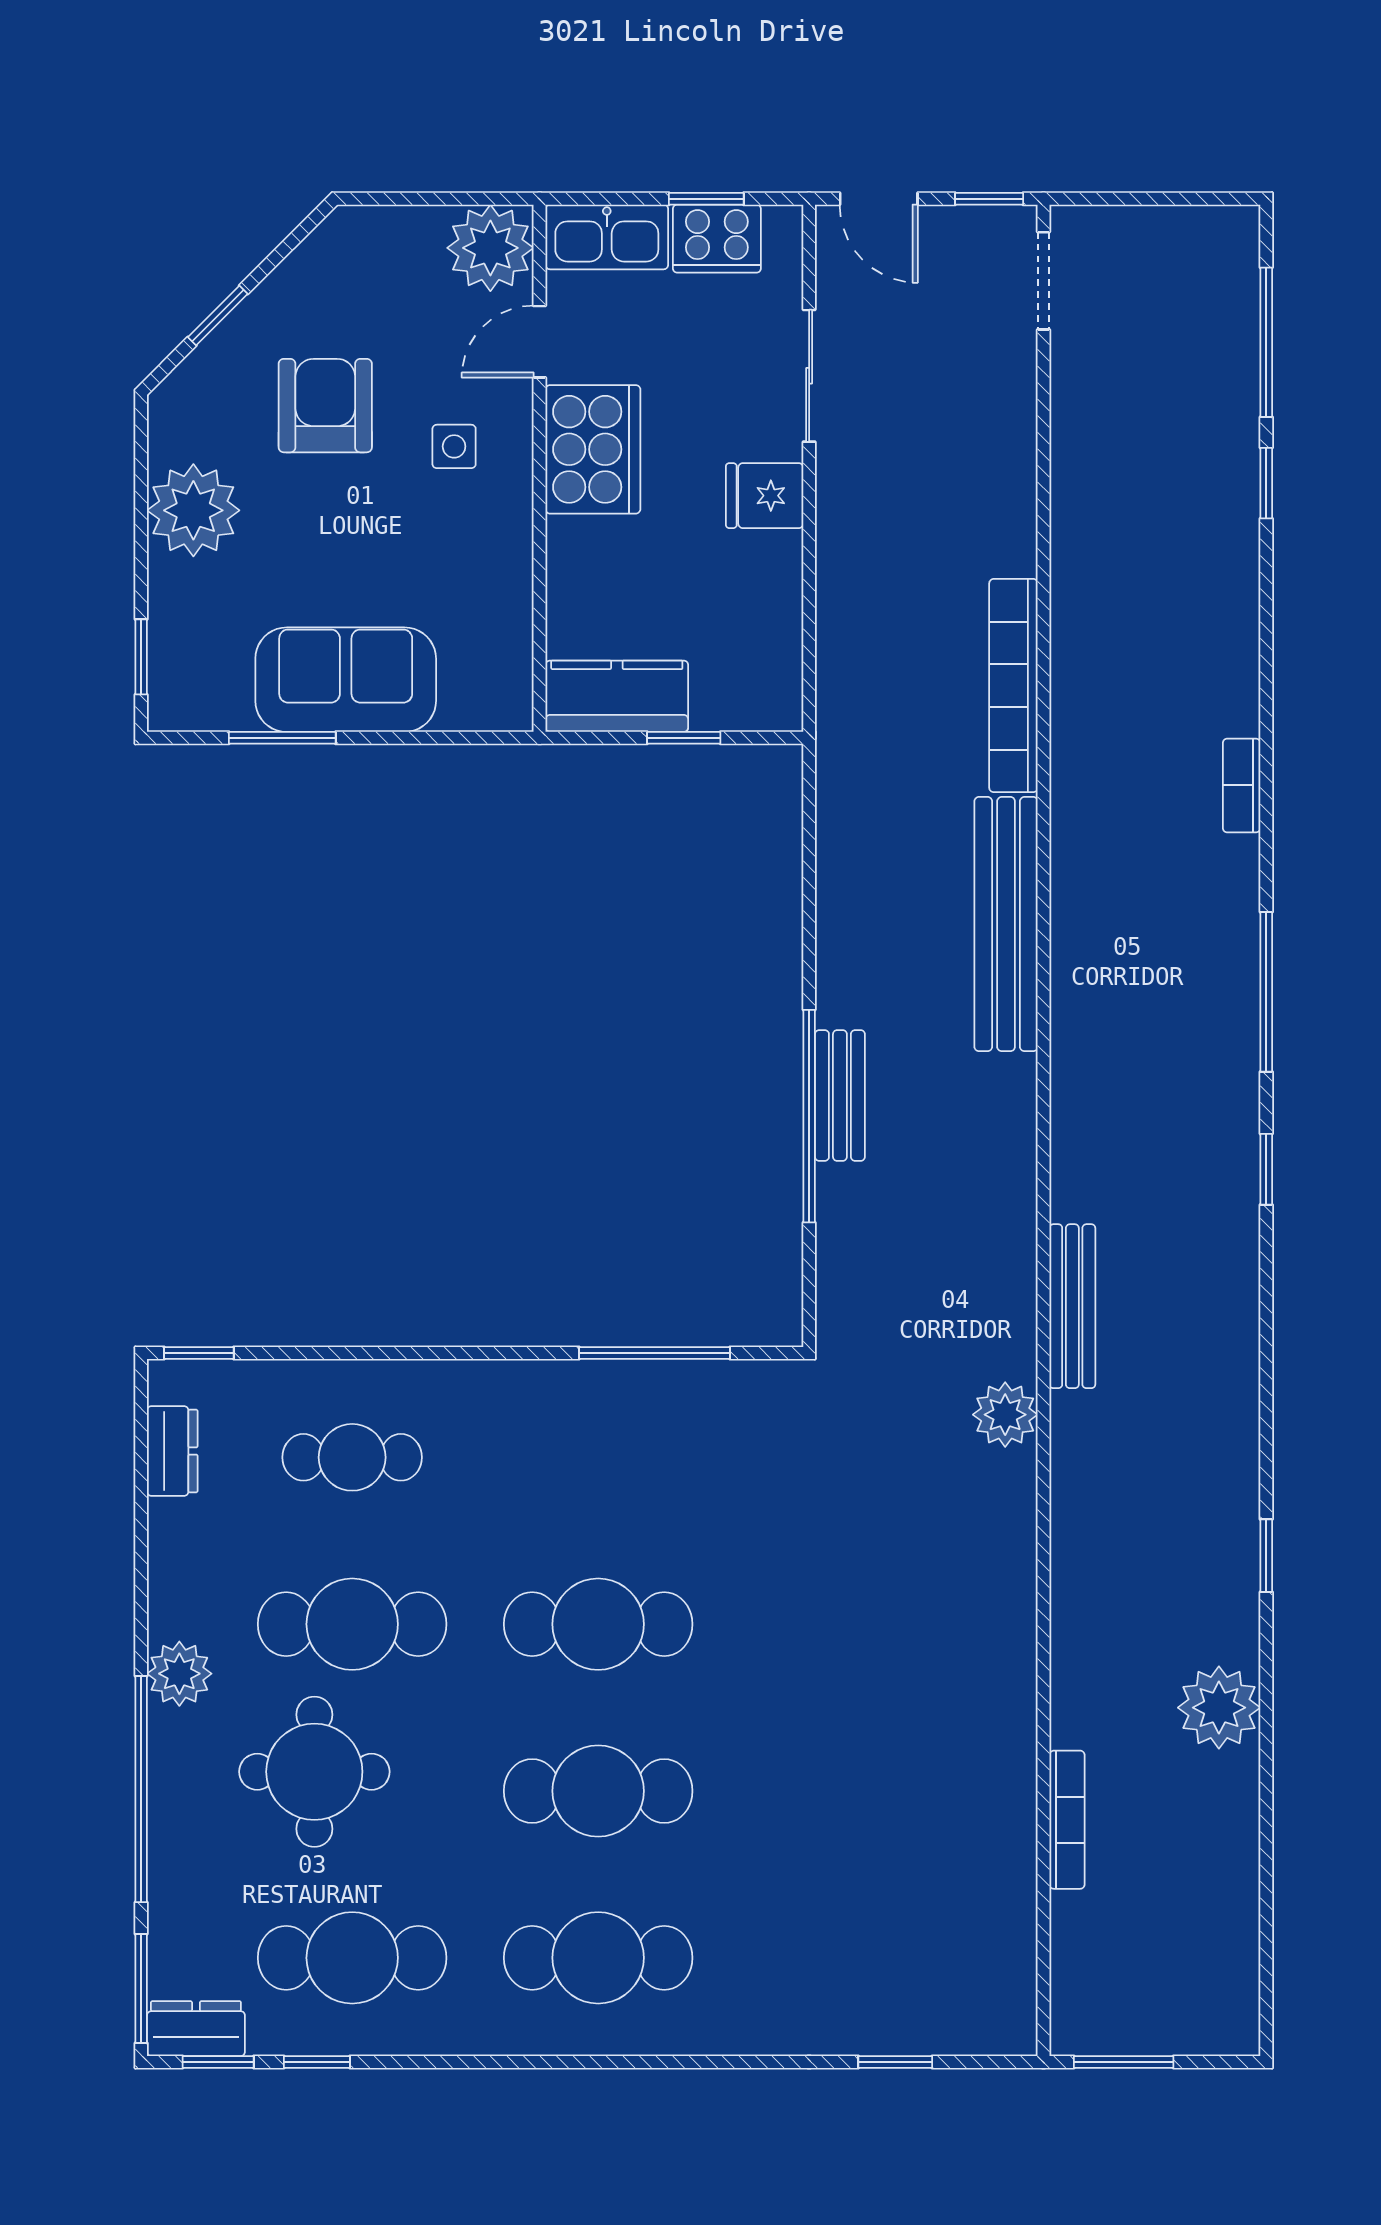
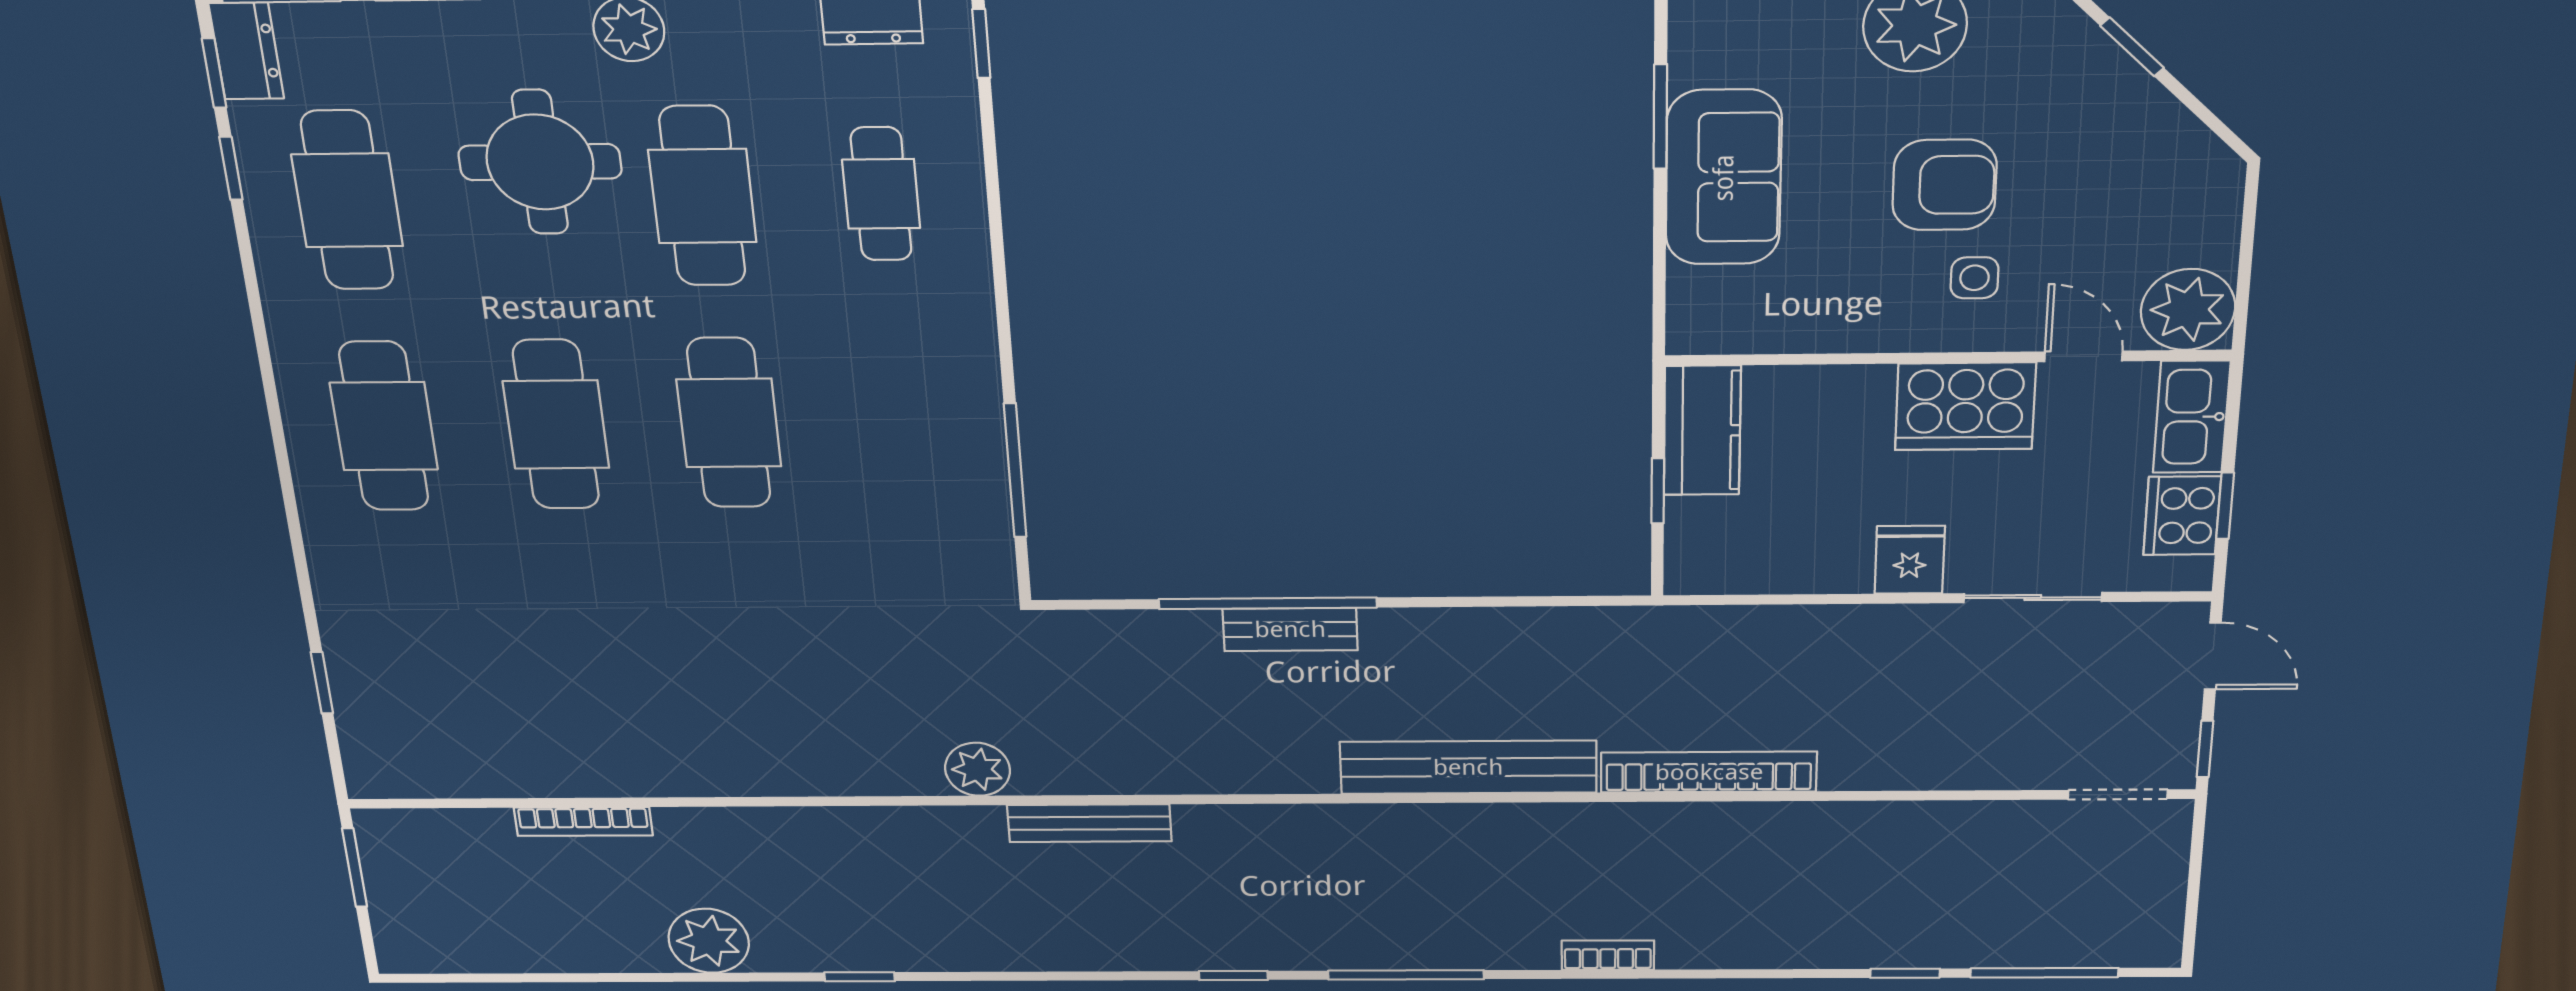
door: (879, 199) -> (2213, 656), swing flipped
armchair: (325, 406) -> (1944, 185), moved

